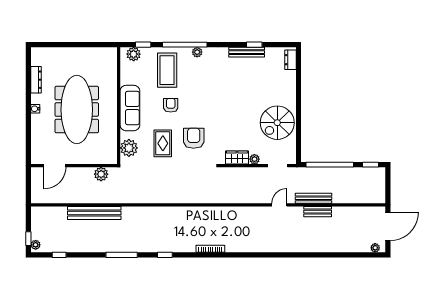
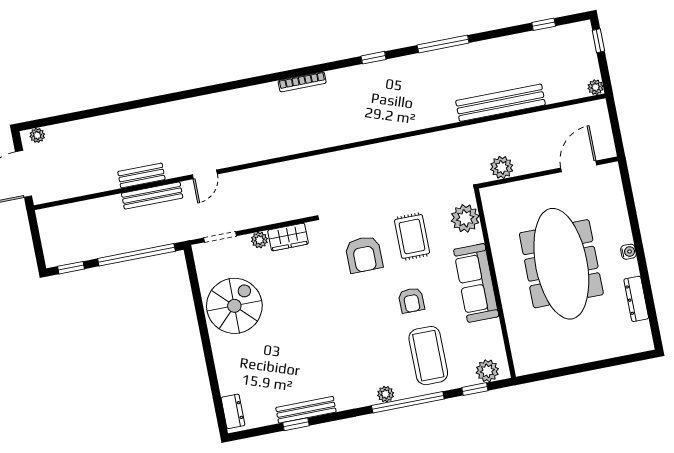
plant: (36, 245) -> (596, 87), moved

